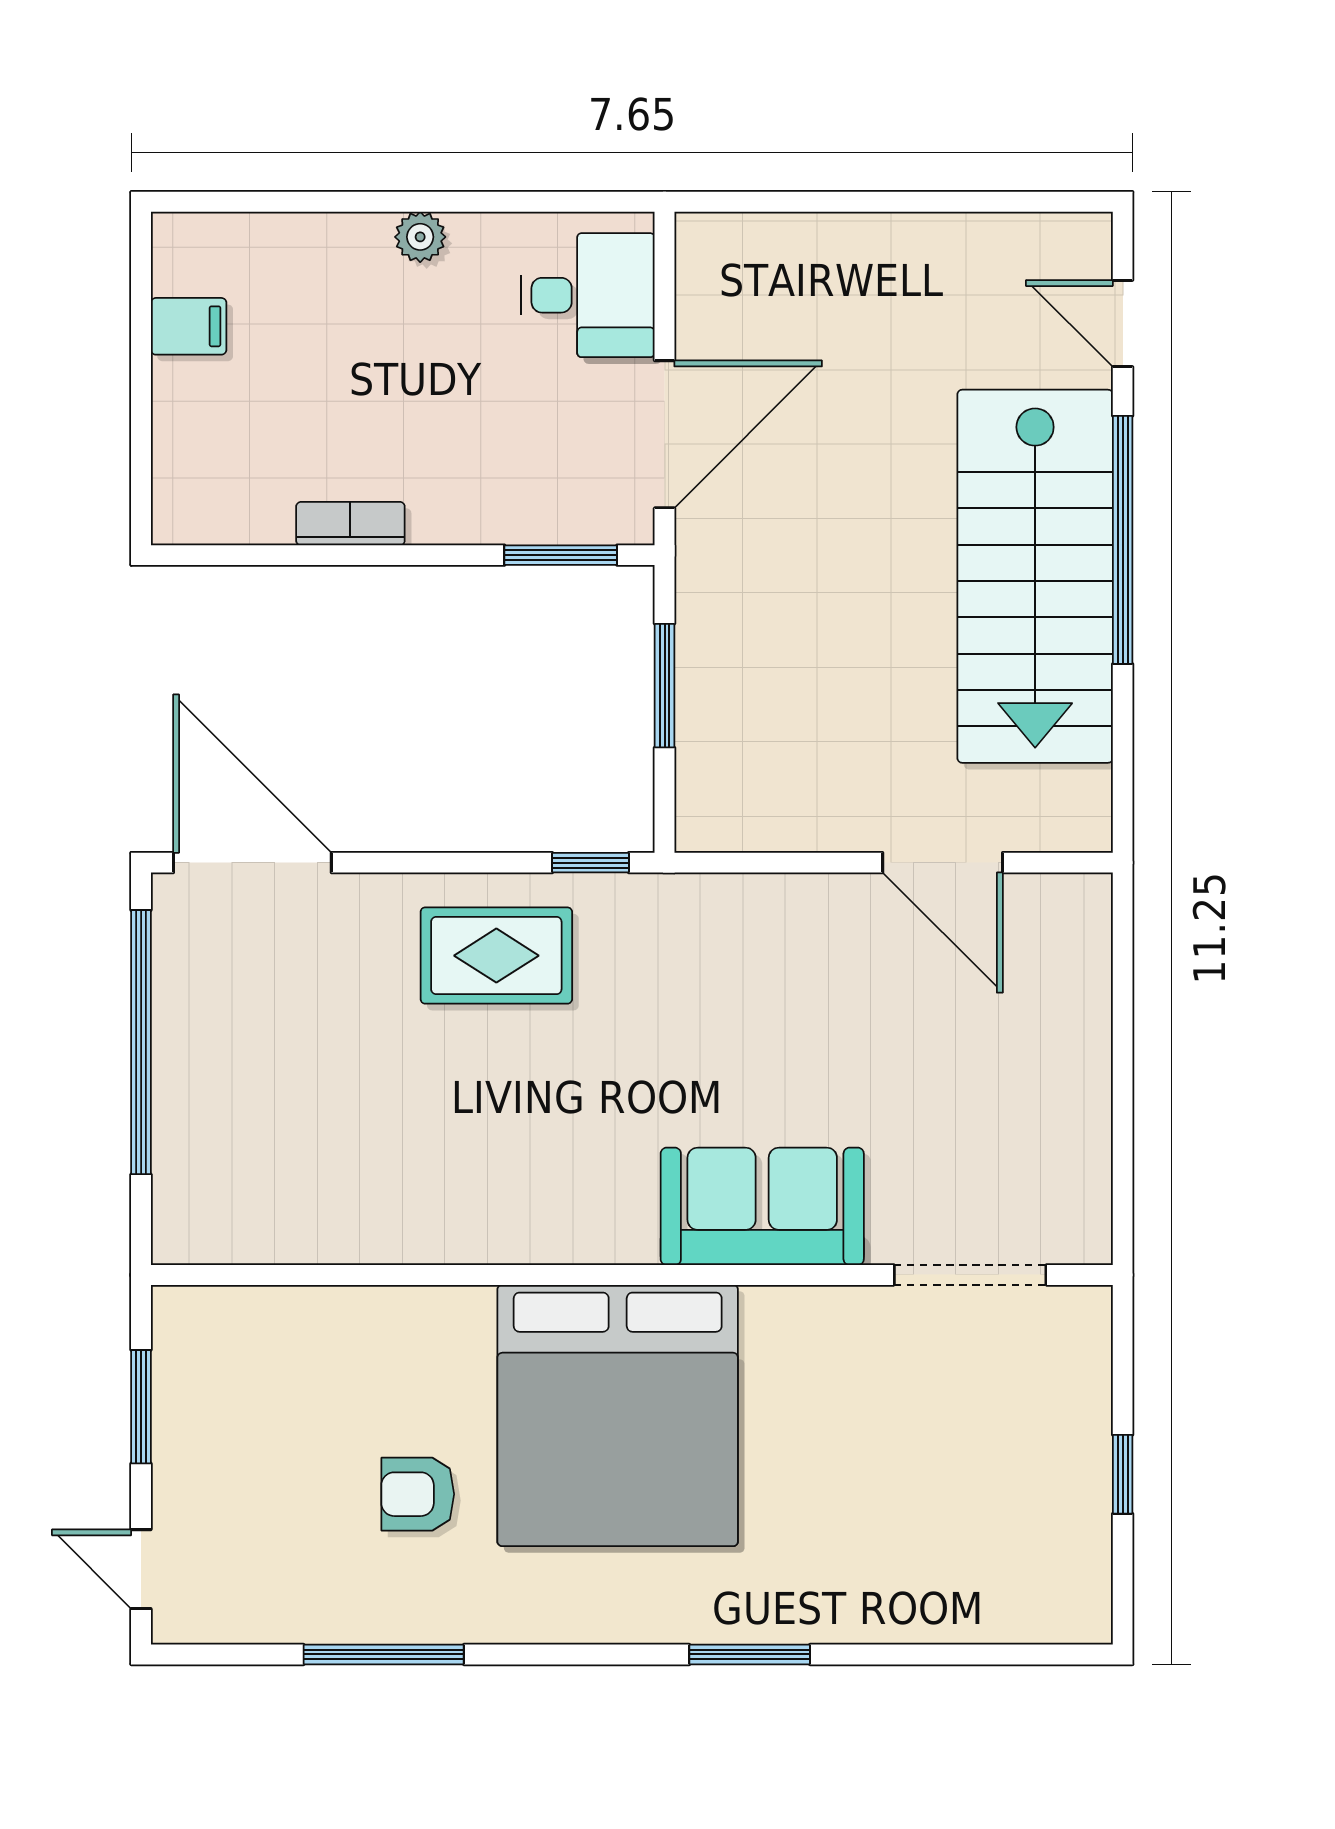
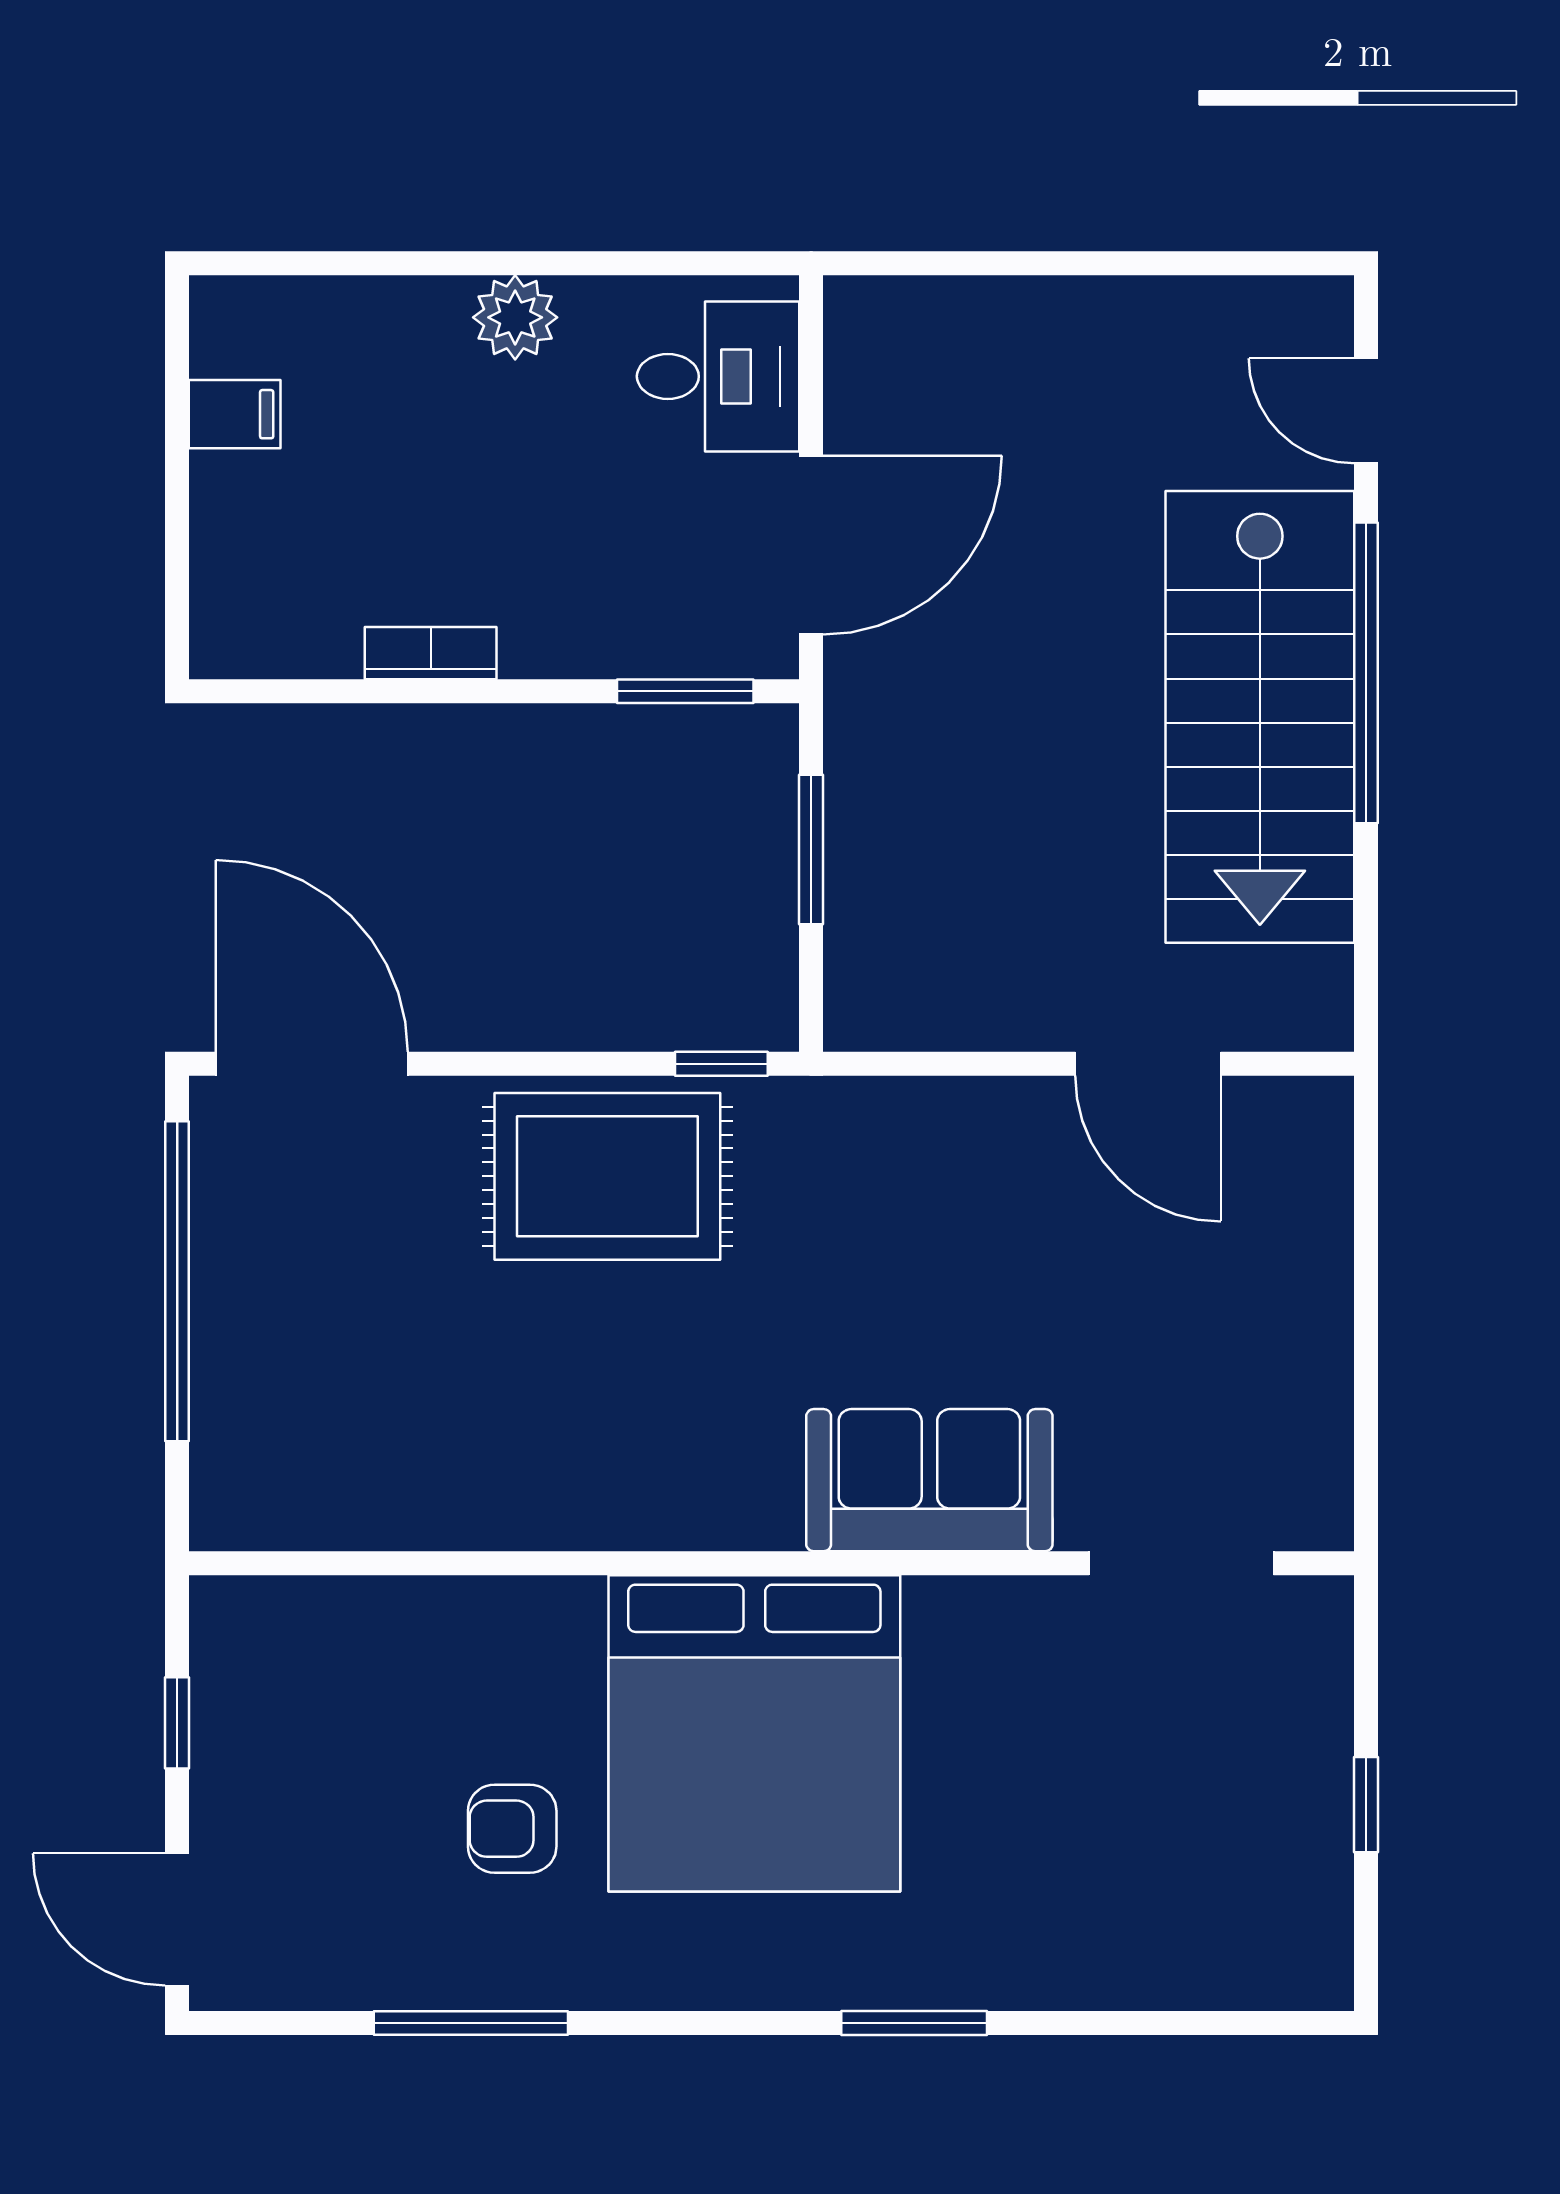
plant: (420, 237) -> (515, 317), width x1.38, depth x1.38
rug: (496, 956) -> (607, 1176), width x1.36, depth x1.43
window: (141, 1407) -> (177, 1723), width x0.67
door: (141, 1569) -> (177, 1919), width x1.38

